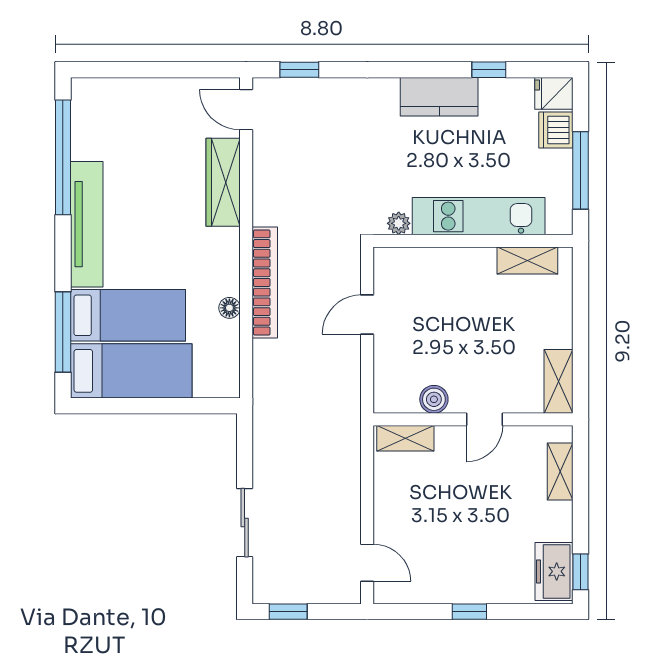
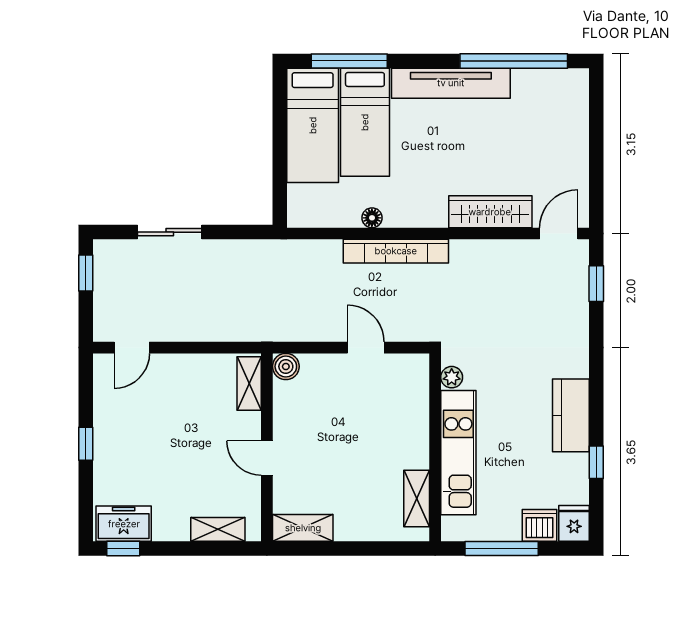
boiler: (434, 399) -> (286, 366), moved

